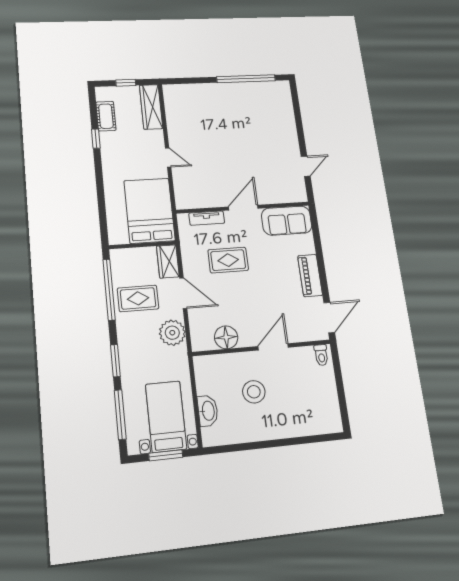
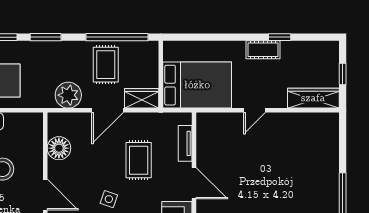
cot: (106, 116) -> (263, 50), moved
side table: (269, 285) -> (109, 199), added

